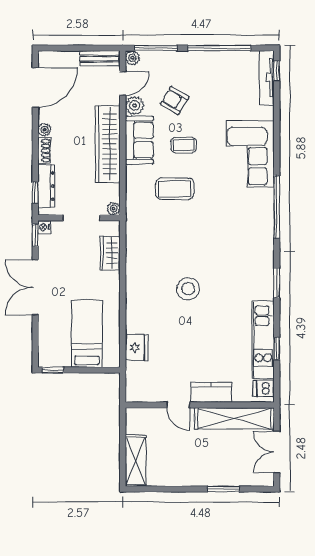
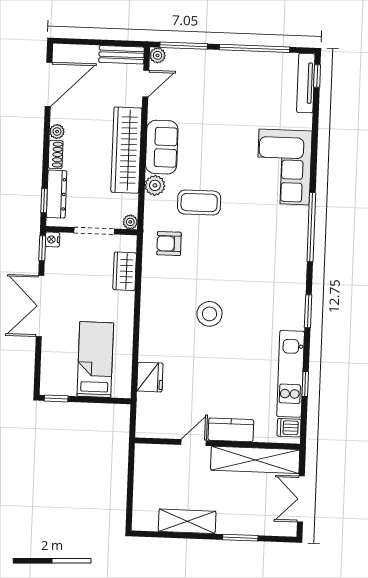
armchair: (175, 101) -> (169, 244), moved, turned -31
plant: (135, 105) -> (155, 185), moved
coffee table: (184, 145) -> (211, 155), removed
door: (178, 405) -> (194, 443), swing flipped
shelving: (136, 461) -> (187, 521), moved, turned 90

